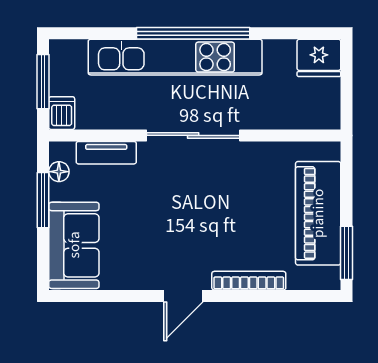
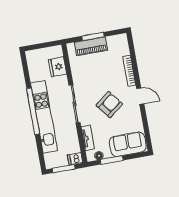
fridge: (319, 58) -> (58, 67), moved, turned 180
piano: (318, 213) -> (91, 46), width x0.73, depth x0.75
armchair: (177, 218) -> (109, 105), added
window: (347, 253) -> (93, 36), moved

